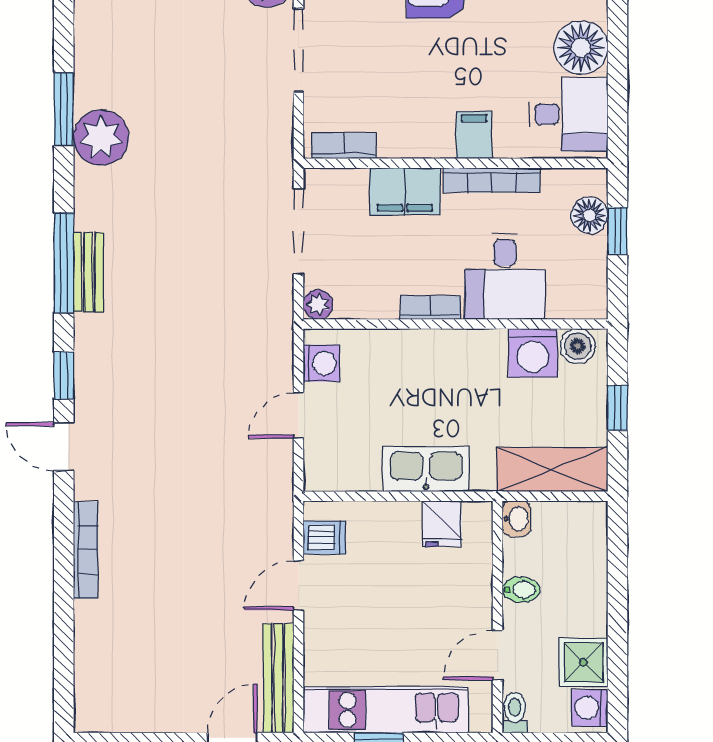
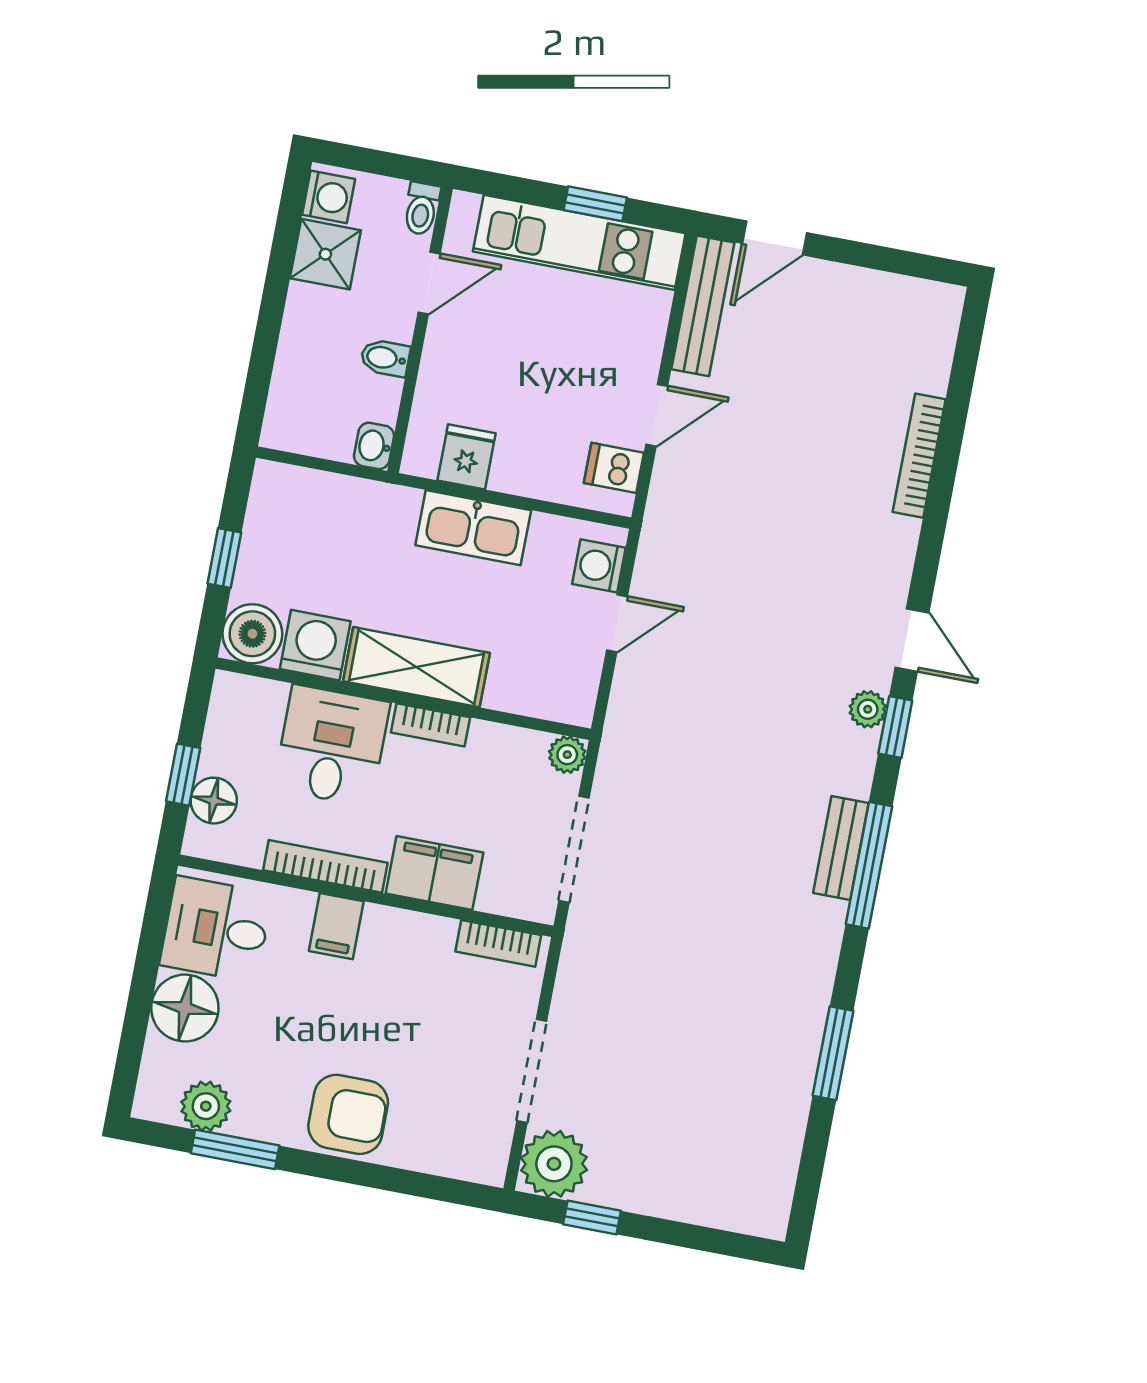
plant: (101, 138) -> (868, 709), moved, width x0.53, depth x0.53
boiler: (578, 346) -> (252, 634), width x1.36, depth x1.36
washing machine: (321, 363) -> (599, 566), moved
shelving: (552, 469) -> (416, 667), moved
bookcase: (86, 550) -> (919, 456), moved

